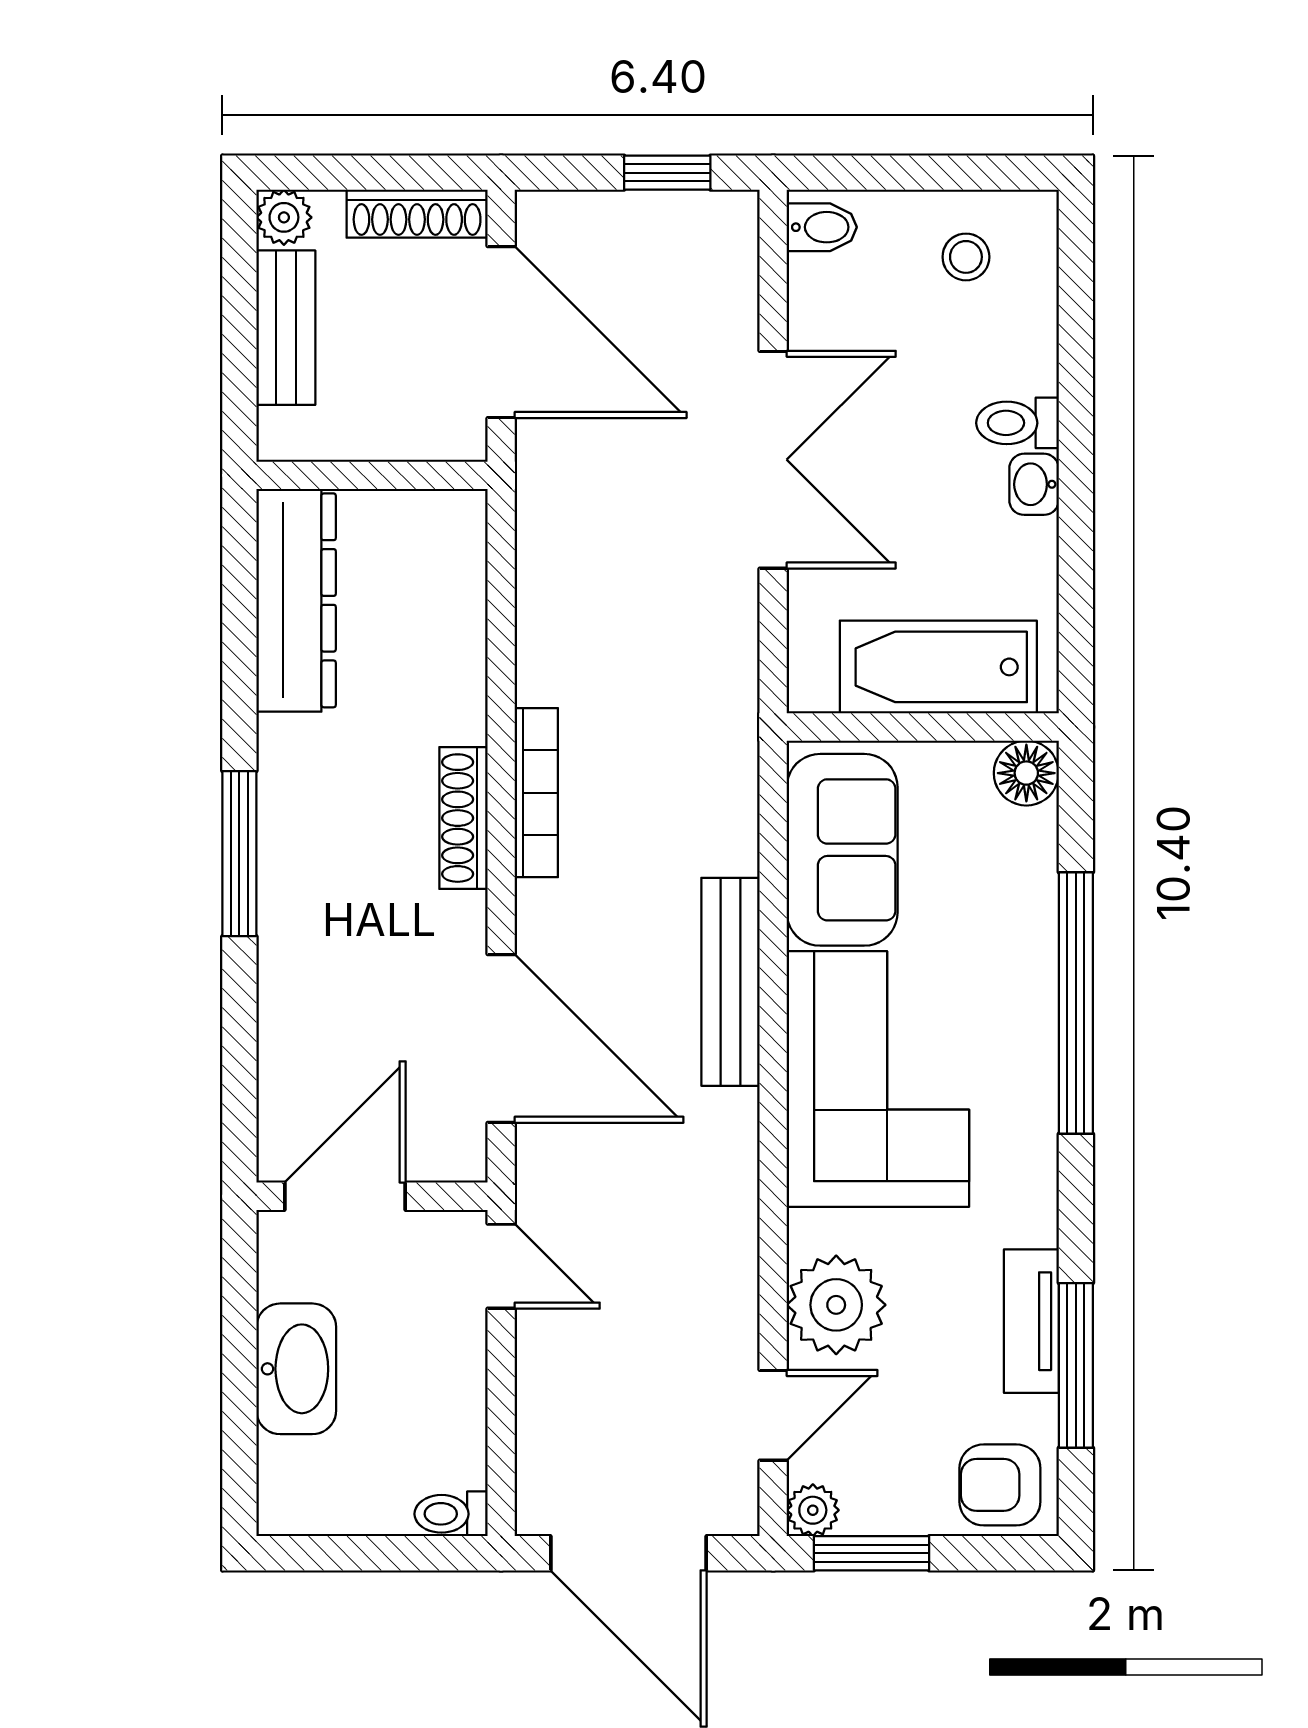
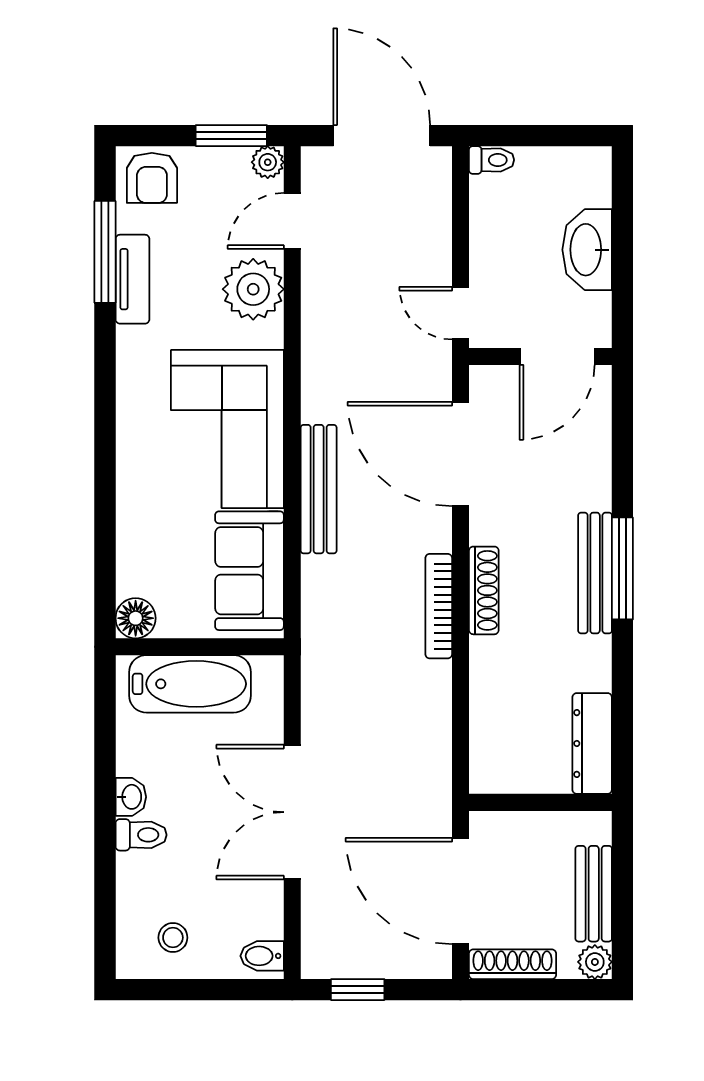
dresser: (296, 600) -> (592, 743), width x0.73, depth x0.80
bench: (284, 846) -> (595, 573), added
window: (1076, 1003) -> (105, 476), removed
armchair: (1000, 1485) -> (152, 178), turned 90

